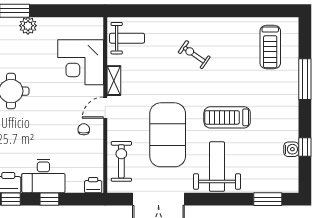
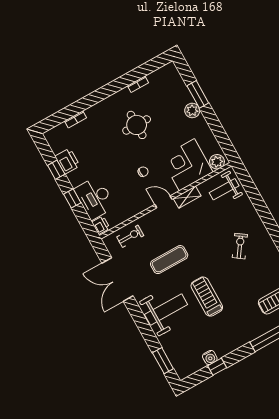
plant: (95, 30) -> (217, 162), added
weight bench: (127, 38) -> (224, 189), turned 90
chair: (84, 129) -> (143, 172), moved
exercise mat: (168, 135) -> (169, 260), width x0.50, depth x0.69
exercise bike: (121, 161) -> (130, 236), width x0.73, depth x0.72
desk: (43, 176) -> (95, 198), moved

